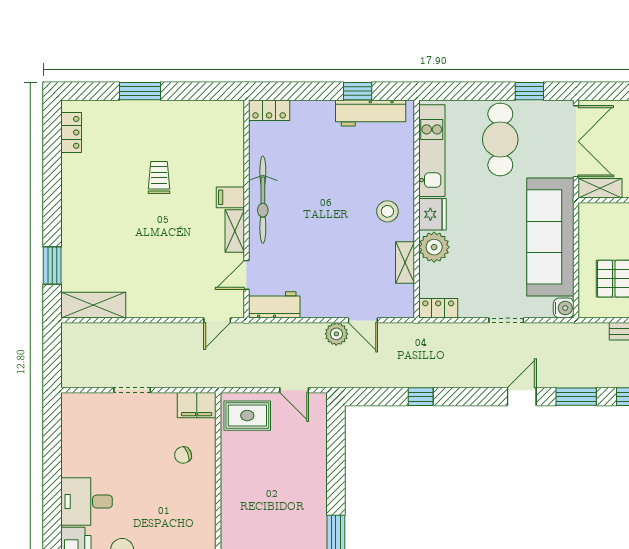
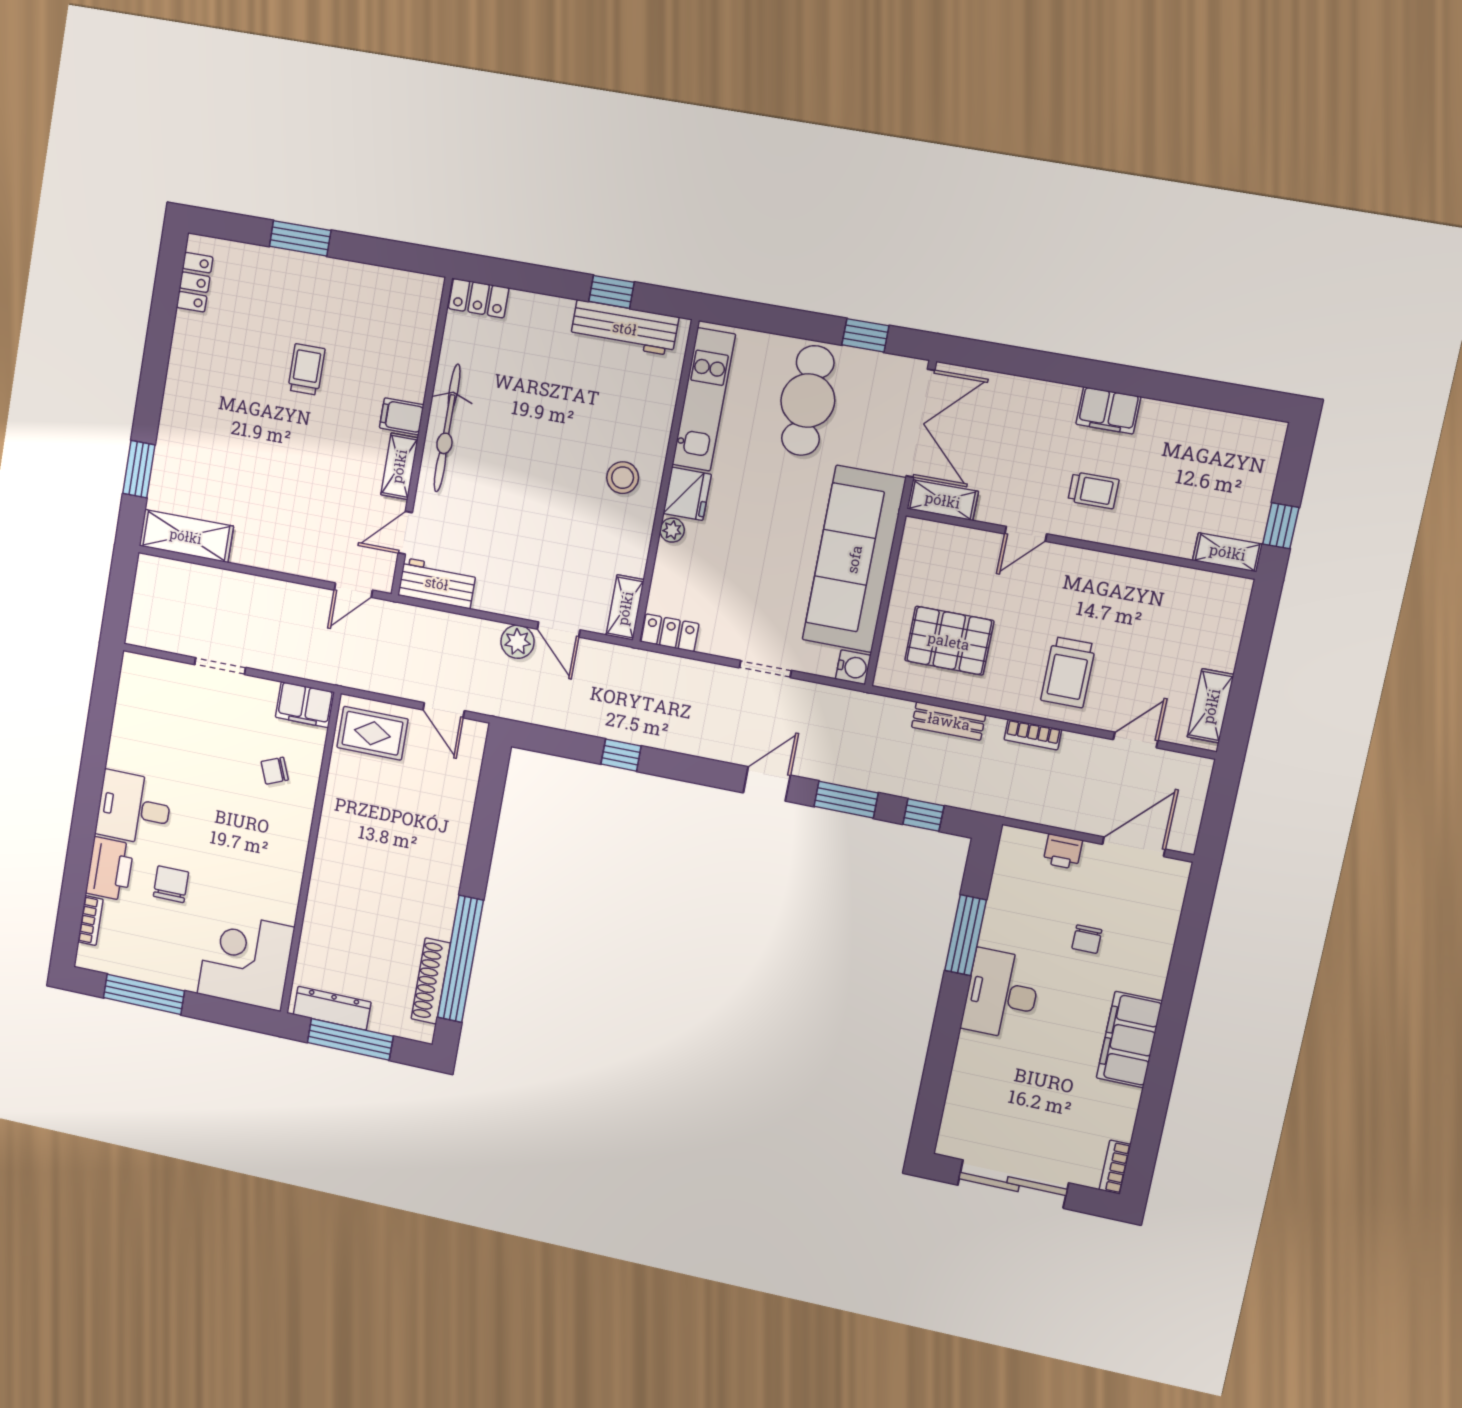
plant: (434, 247) -> (672, 530), width x0.53, depth x0.53
shelving: (405, 263) -> (625, 608), moved

